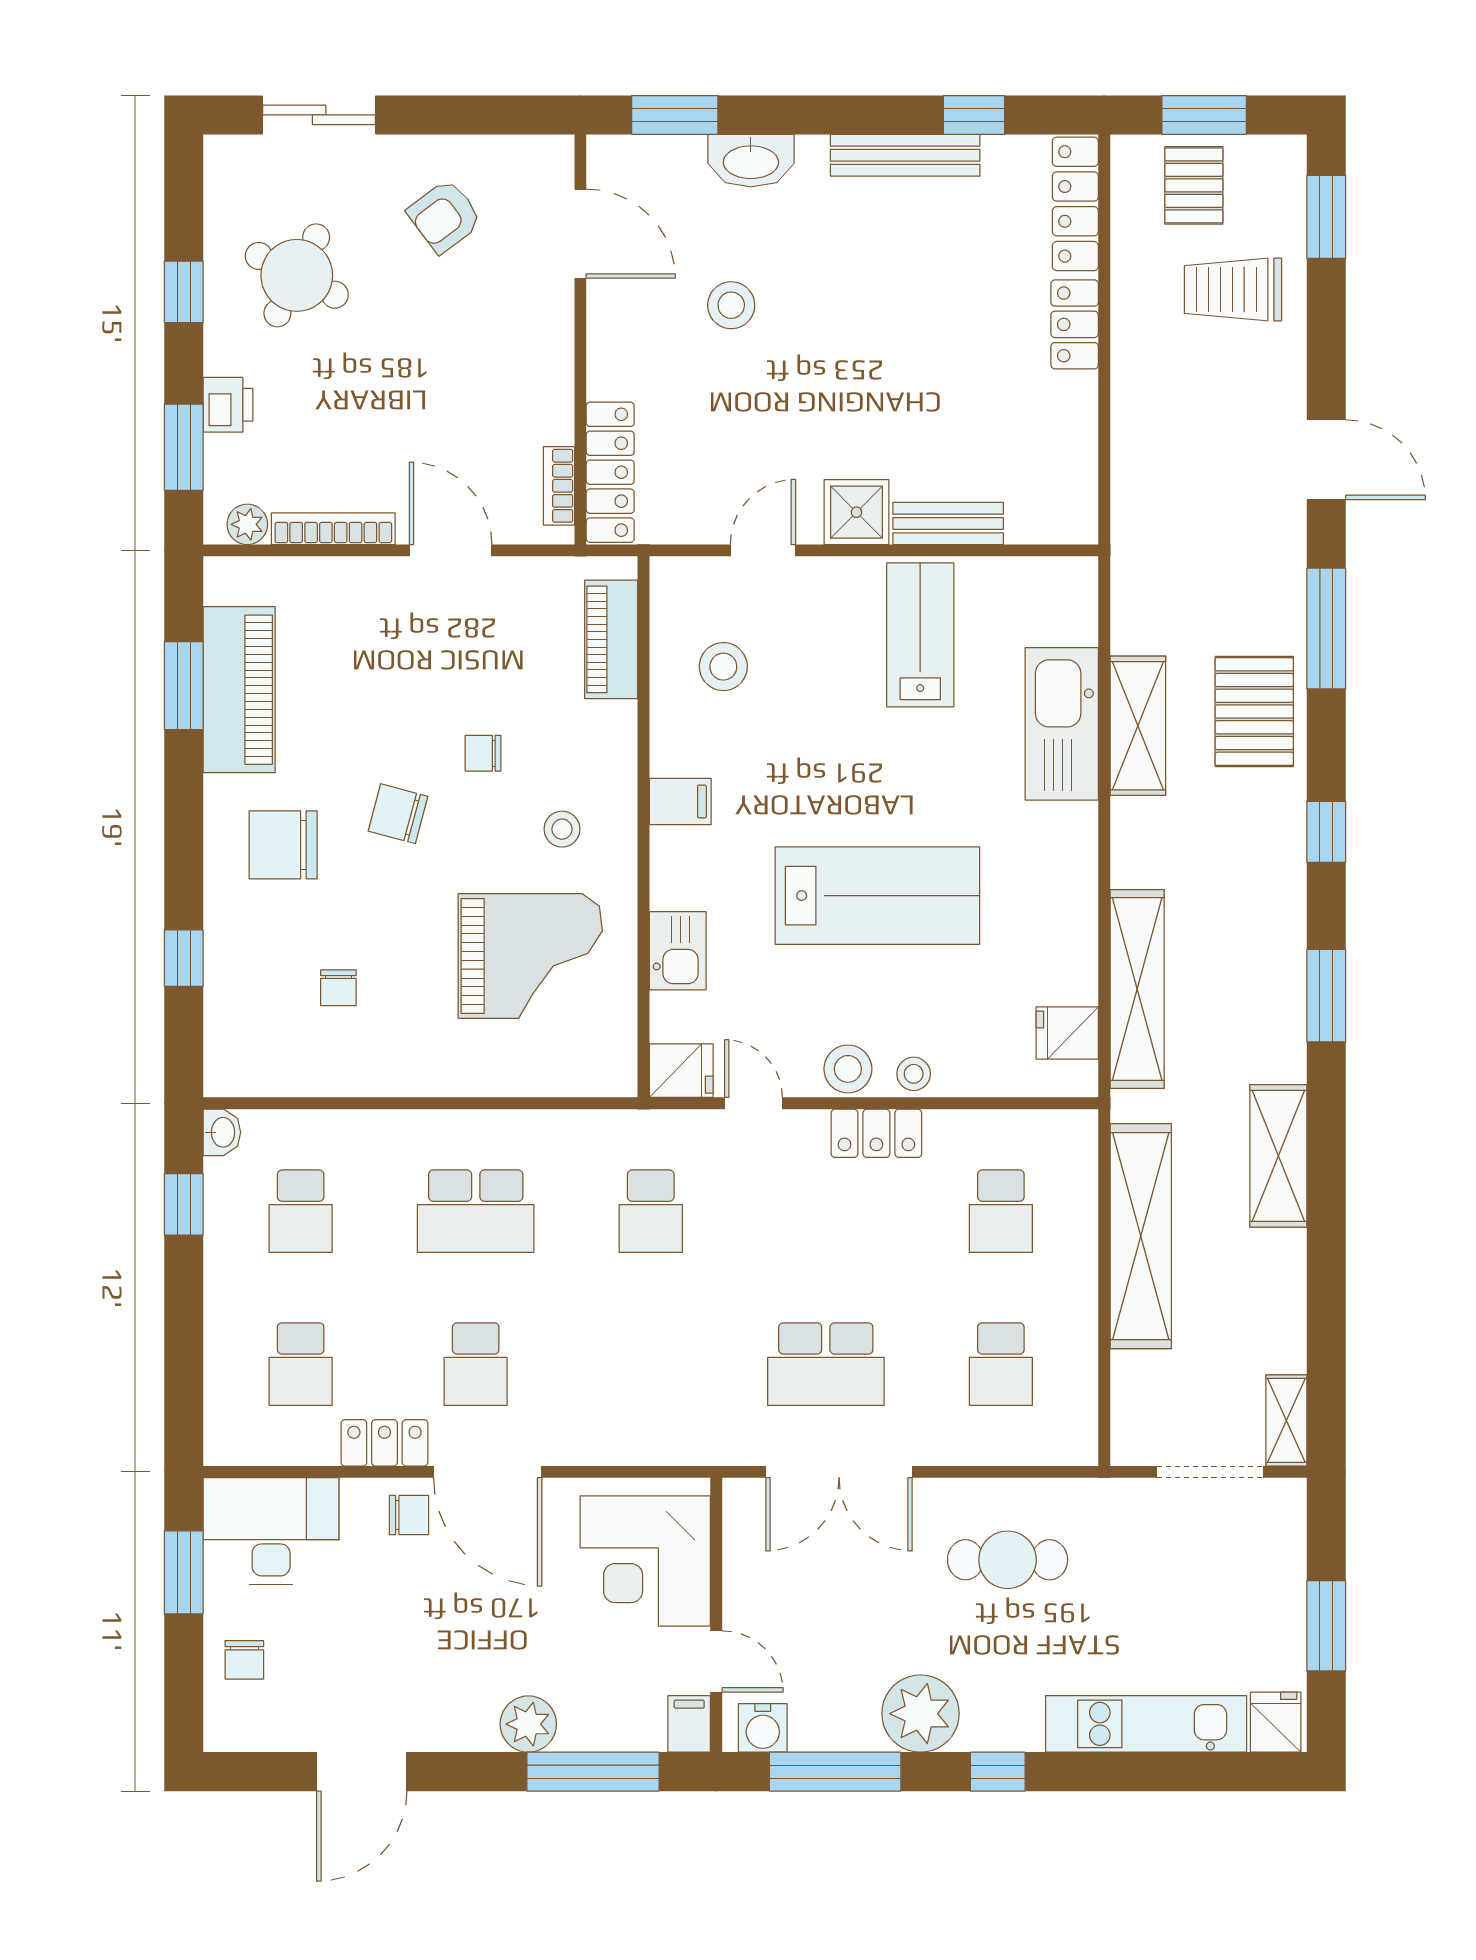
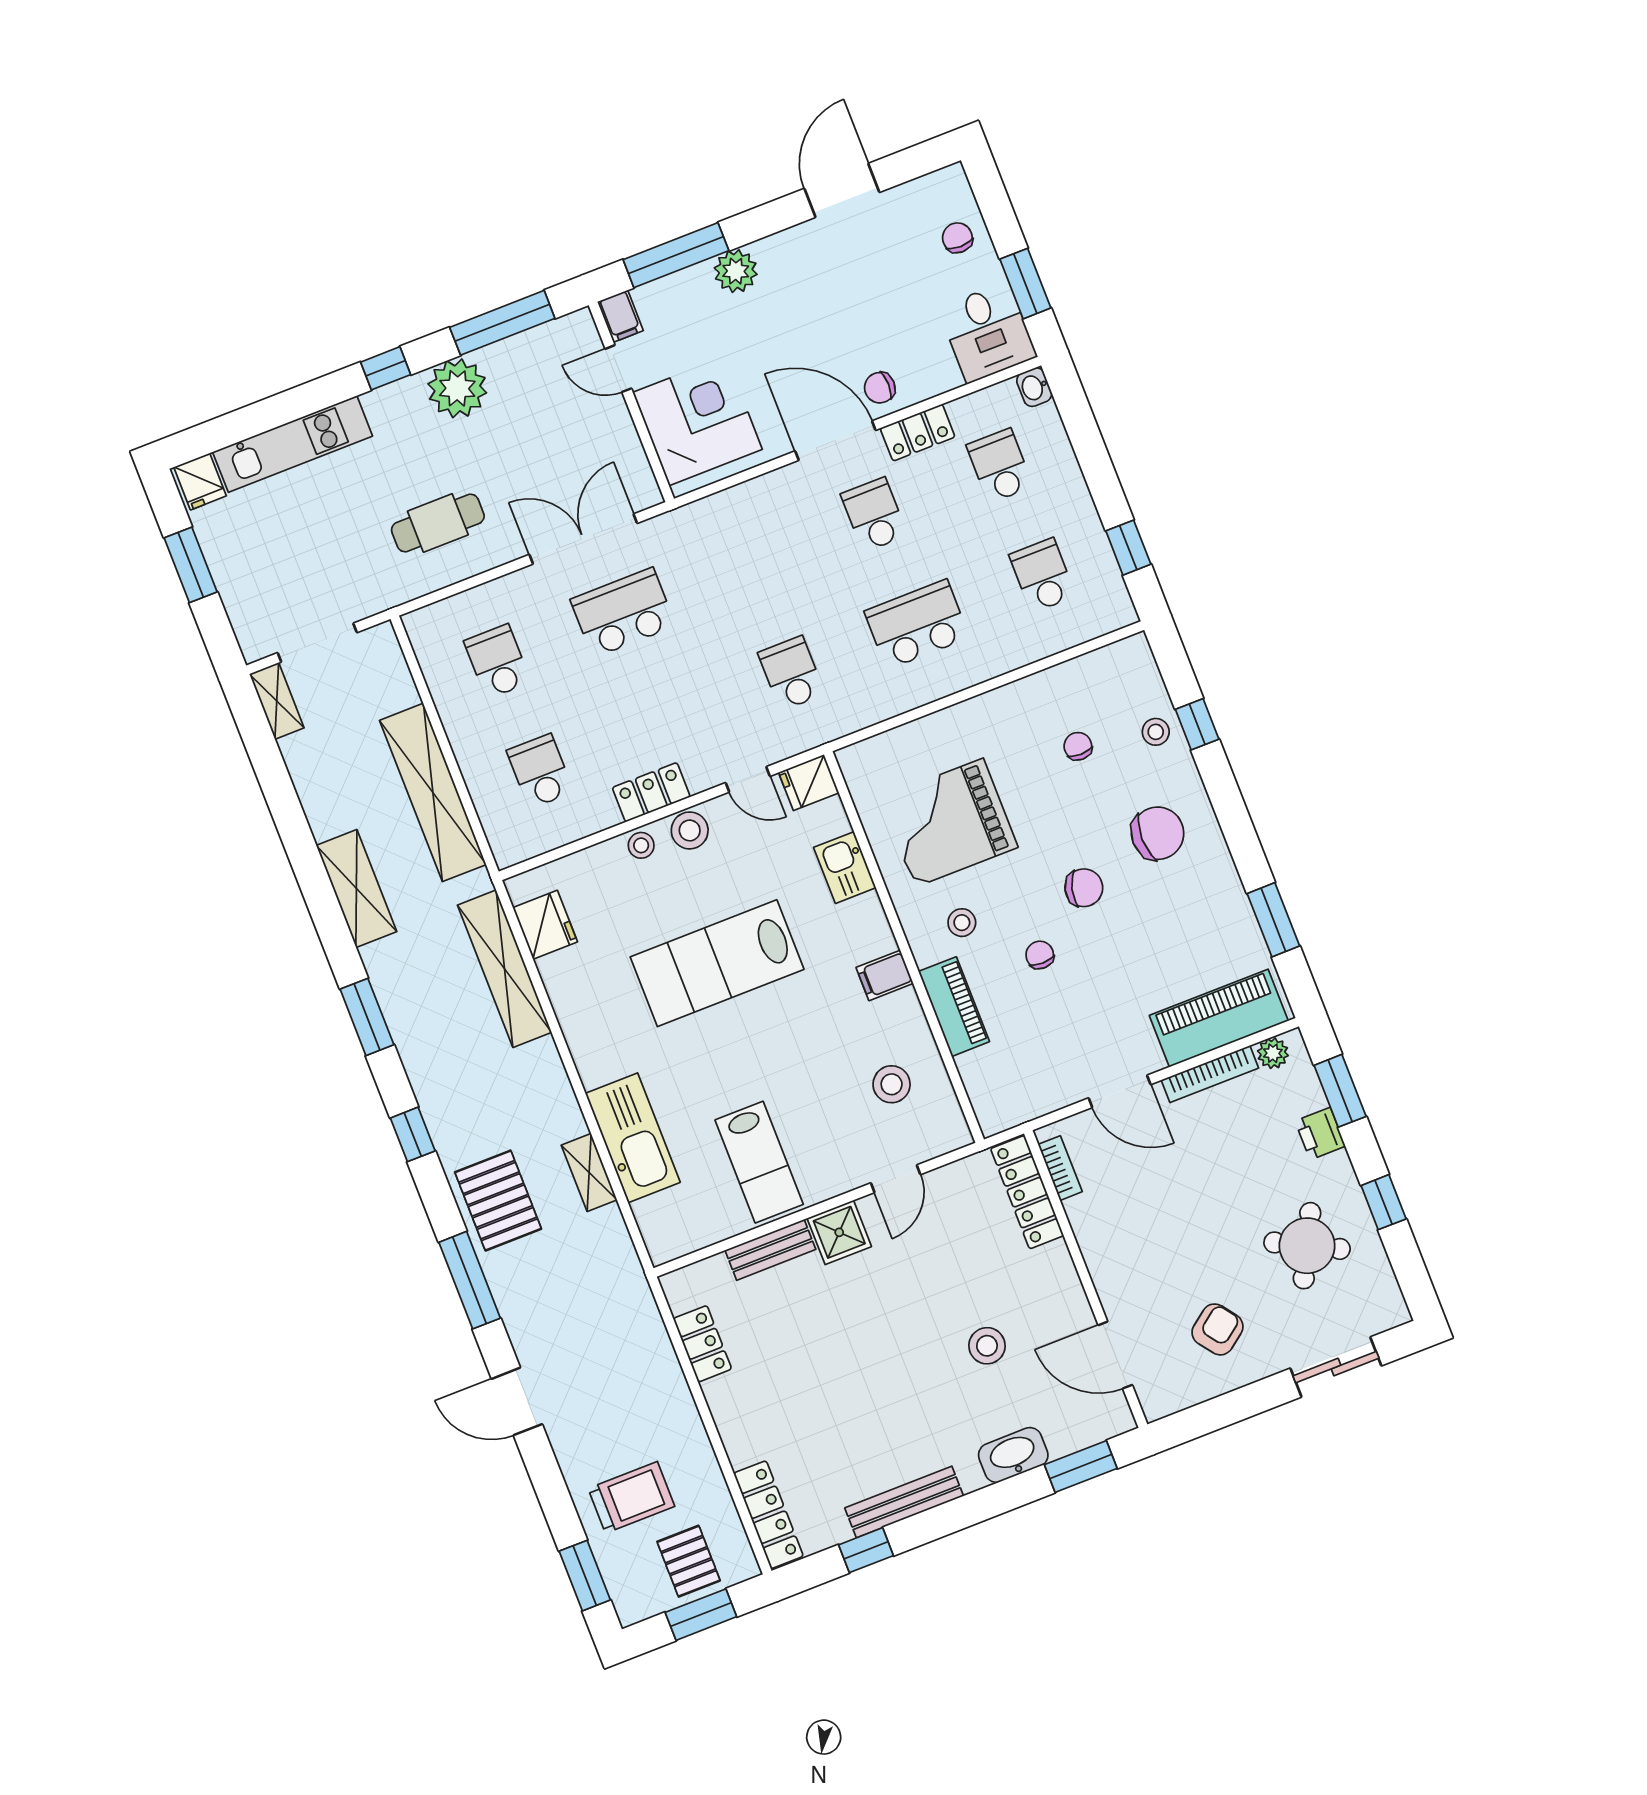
locker: (1075, 324) -> (702, 1344), moved
piano: (611, 639) -> (954, 1007), moved
piano: (239, 690) -> (1219, 1018), moved, turned 90
shelving: (1138, 726) -> (589, 1173), width x0.67, depth x0.75
chair: (483, 753) -> (1040, 955), turned -90
stool: (237, 968) -> (1156, 732), added
fridge: (1067, 1033) -> (545, 925), width x1.38
washbasin: (222, 1132) -> (1034, 387), moved
desk: (271, 1531) -> (987, 332), width x0.73
water cooler: (763, 1728) -> (566, 334), removed

